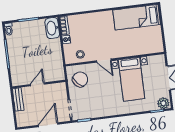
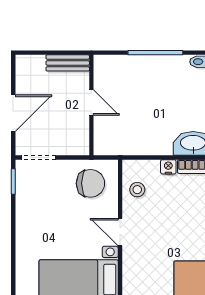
door: (104, 61) -> (120, 232), hinge flipped
chair: (80, 79) -> (90, 183), turned -48
door: (48, 125) -> (13, 113), hinge flipped

